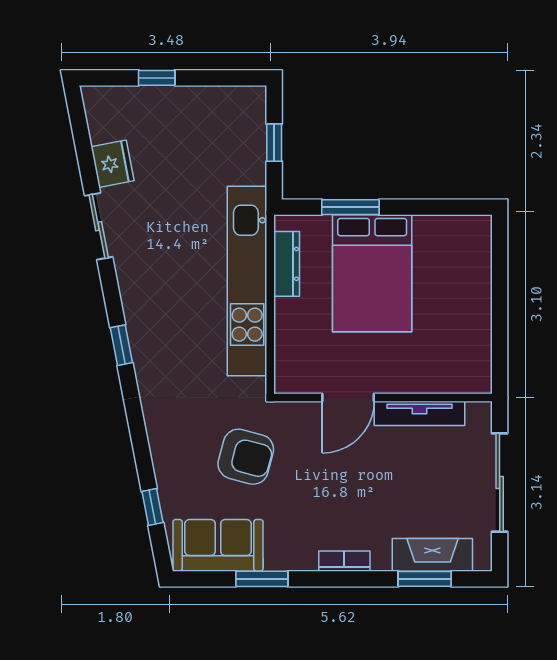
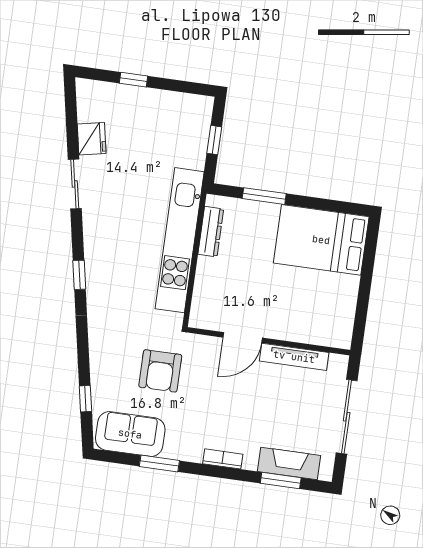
bed: (372, 273) -> (321, 240), moved, turned 90
armchair: (246, 457) -> (160, 371), turned 75

